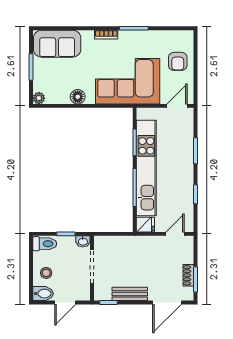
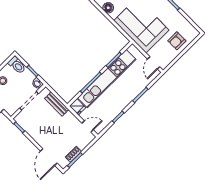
door: (177, 106) -> (154, 63), swing flipped
bench: (130, 294) -> (57, 104), moved
door: (167, 302) -> (49, 157), hinge flipped

